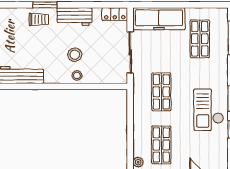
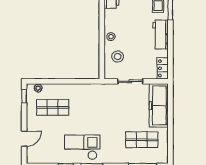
sliding door: (130, 52) -> (130, 81), width x0.73
stool: (75, 55) -> (118, 56), moved
shop shelf: (161, 92) -> (97, 107), removed

